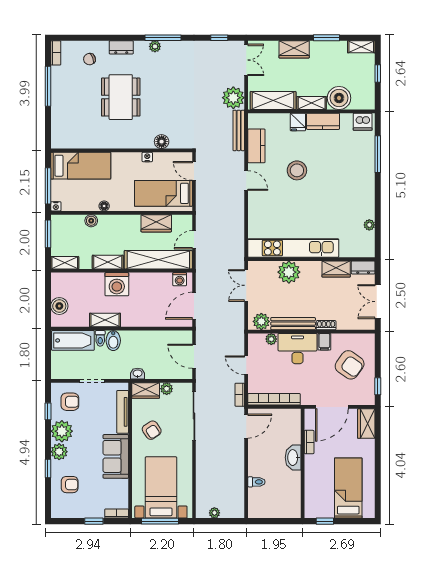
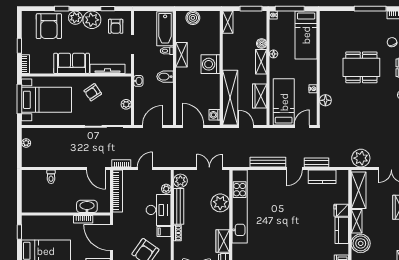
bench: (239, 130) -> (317, 163), moved, width x0.73
stool: (297, 170) -> (302, 209), removed
bench: (238, 213) -> (268, 162), added
shelving: (108, 262) -> (261, 62), moved
bidet: (113, 341) -> (165, 77), moved
wardrobe: (146, 391) -> (125, 87), removed
washbasin: (293, 458) -> (87, 206), moved
armchair: (70, 485) -> (49, 26), width x1.88, depth x1.88

